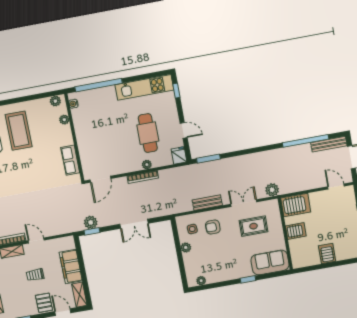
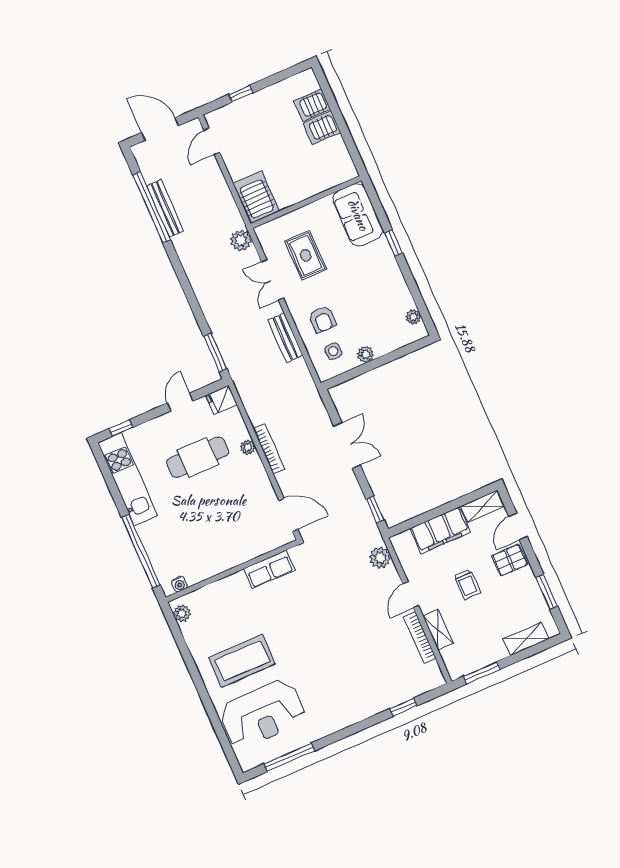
plant: (64, 120) -> (208, 593), removed
bench: (329, 144) -> (165, 208), moved
plant: (91, 222) -> (380, 558), moved
server rack: (296, 231) -> (312, 105), moved, turned -90

